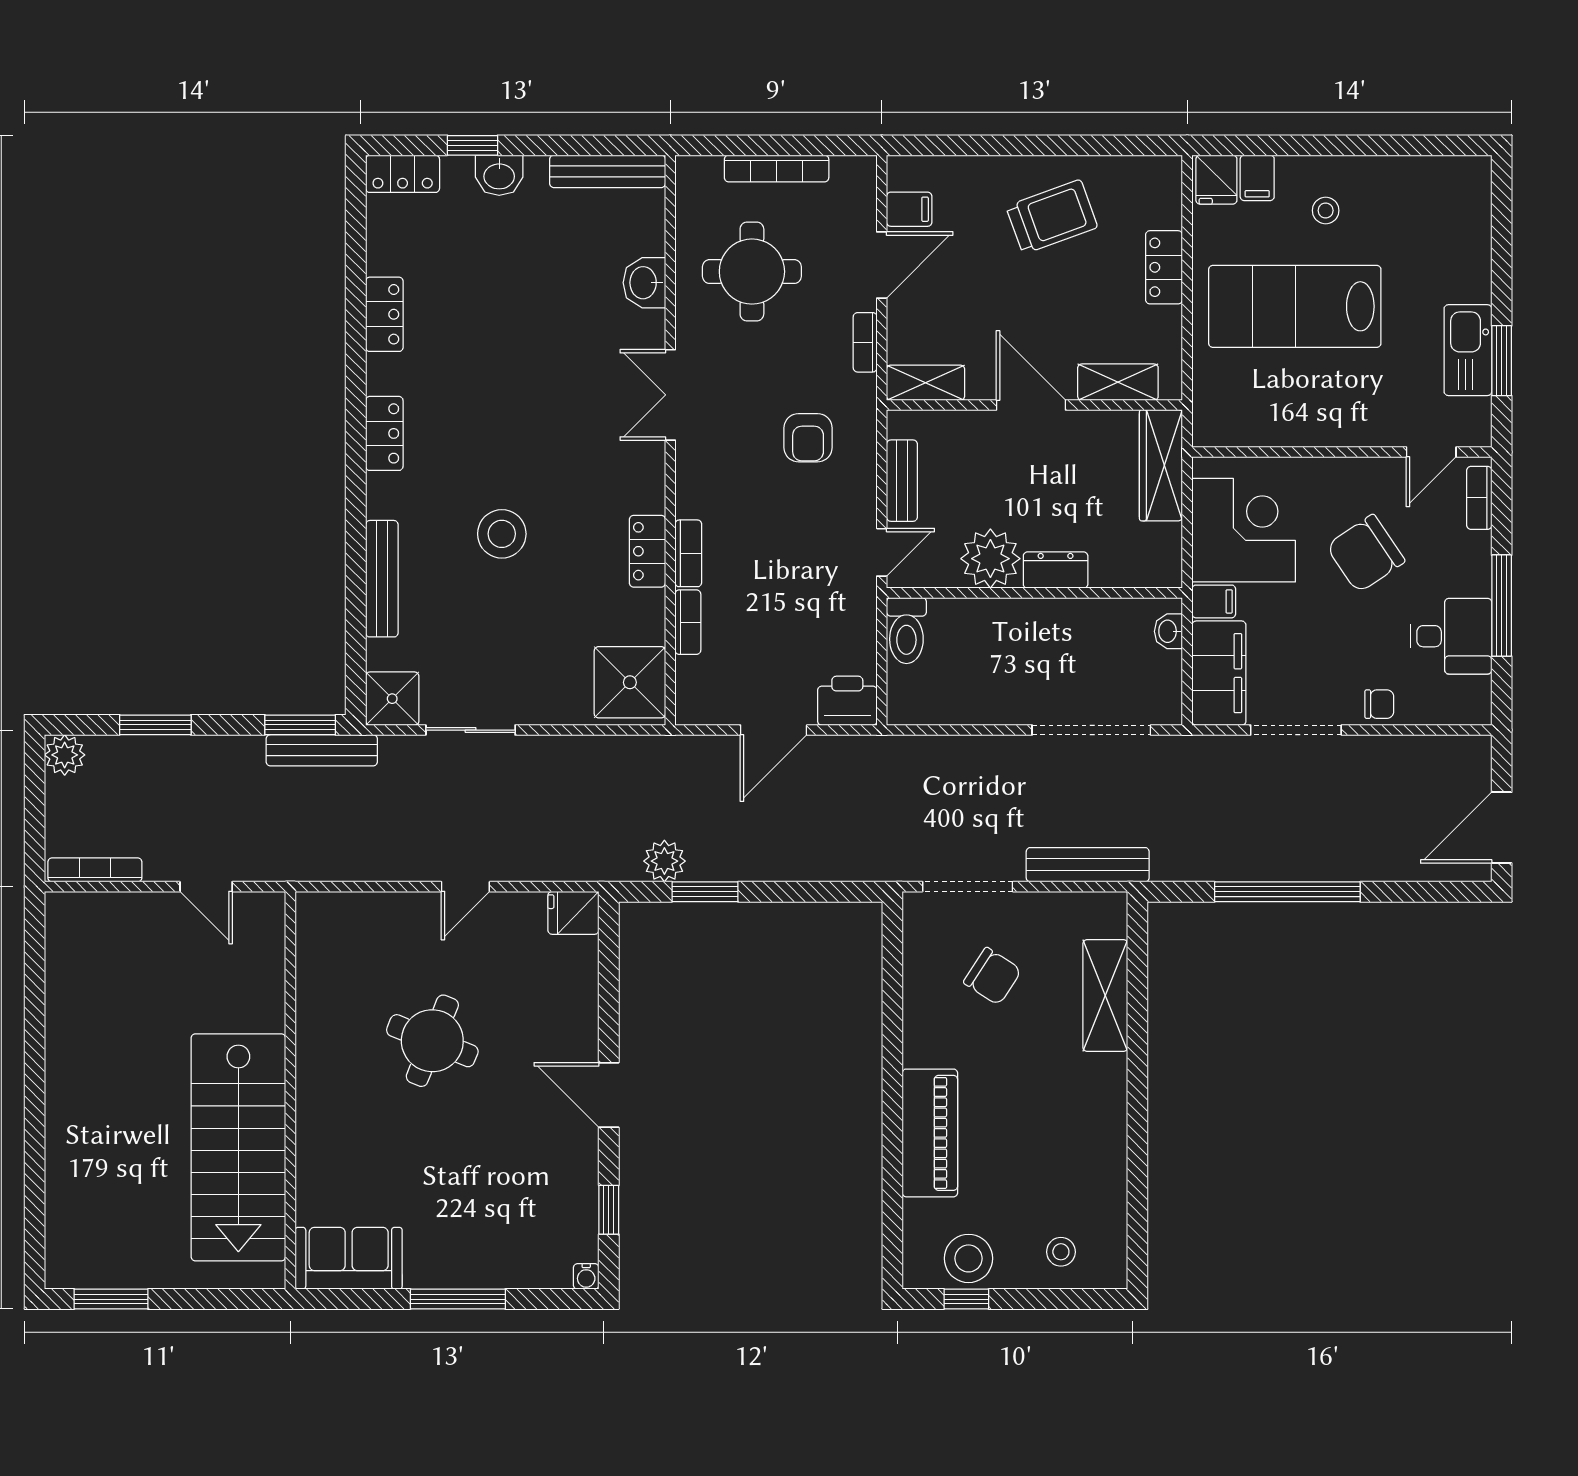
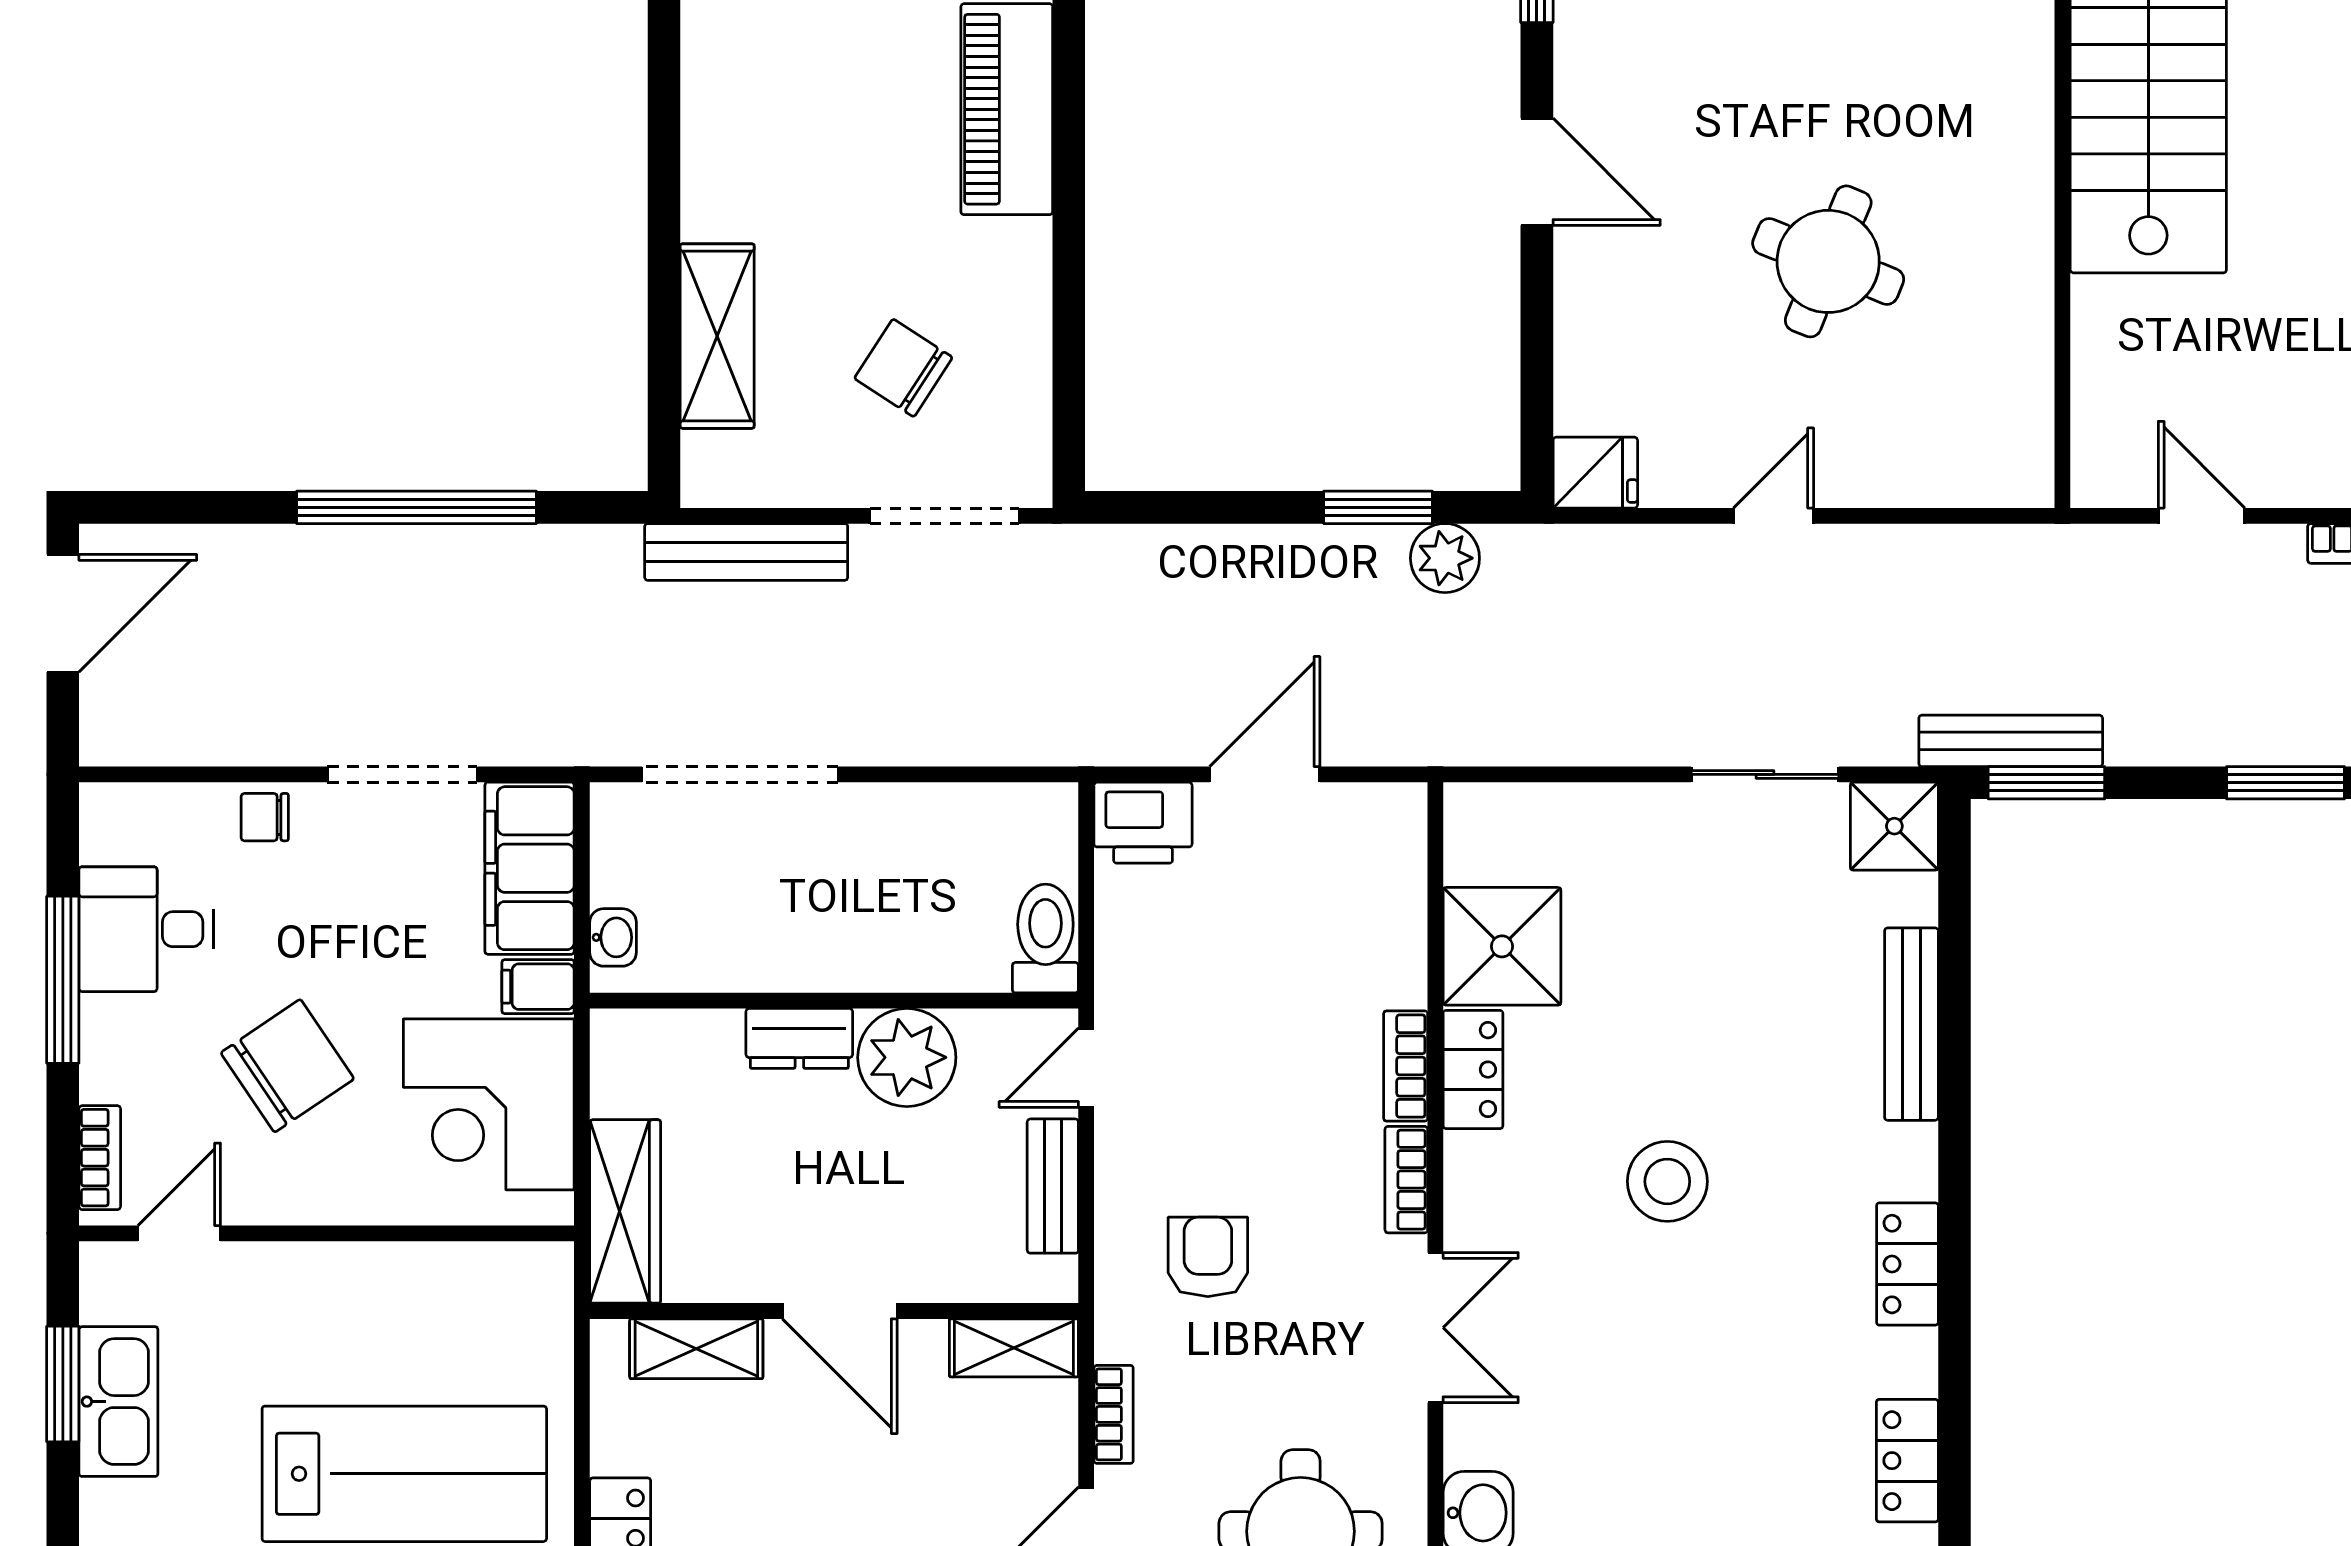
stool: (502, 534) -> (1667, 1181), moved
bookcase: (688, 622) -> (1406, 1180), moved
shower: (630, 682) -> (1502, 946), moved

